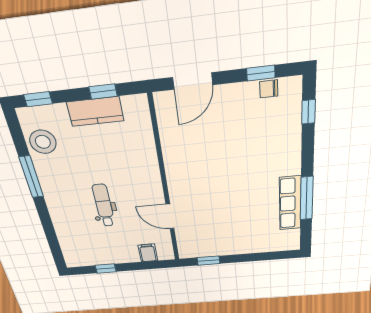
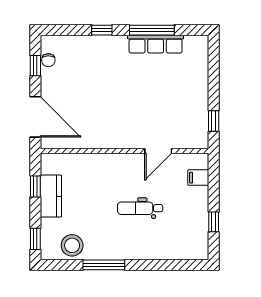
door: (193, 81) -> (35, 117), width x1.36
window: (308, 112) -> (102, 30), moved

